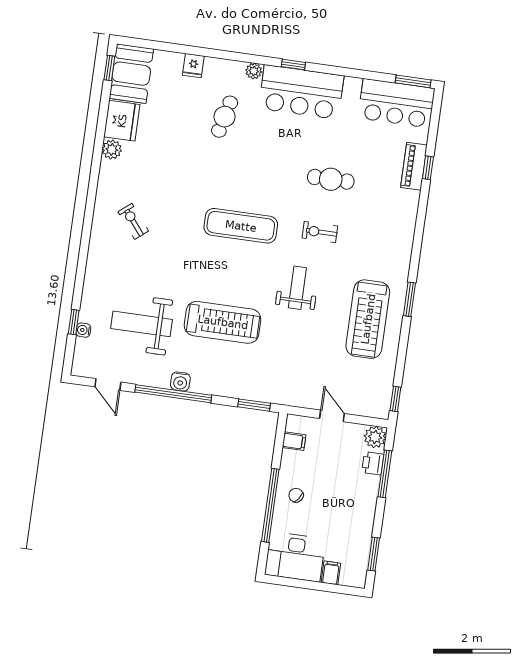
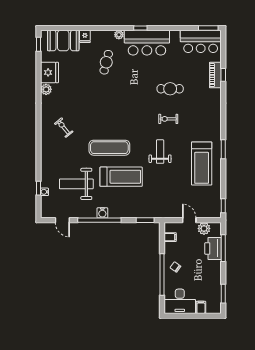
booth: (131, 74) -> (63, 41), moved, turned 90
exercise mat: (241, 226) -> (109, 148), moved
plant: (375, 437) -> (204, 228), moved
printer: (373, 463) -> (213, 248), width x1.87, depth x1.48

